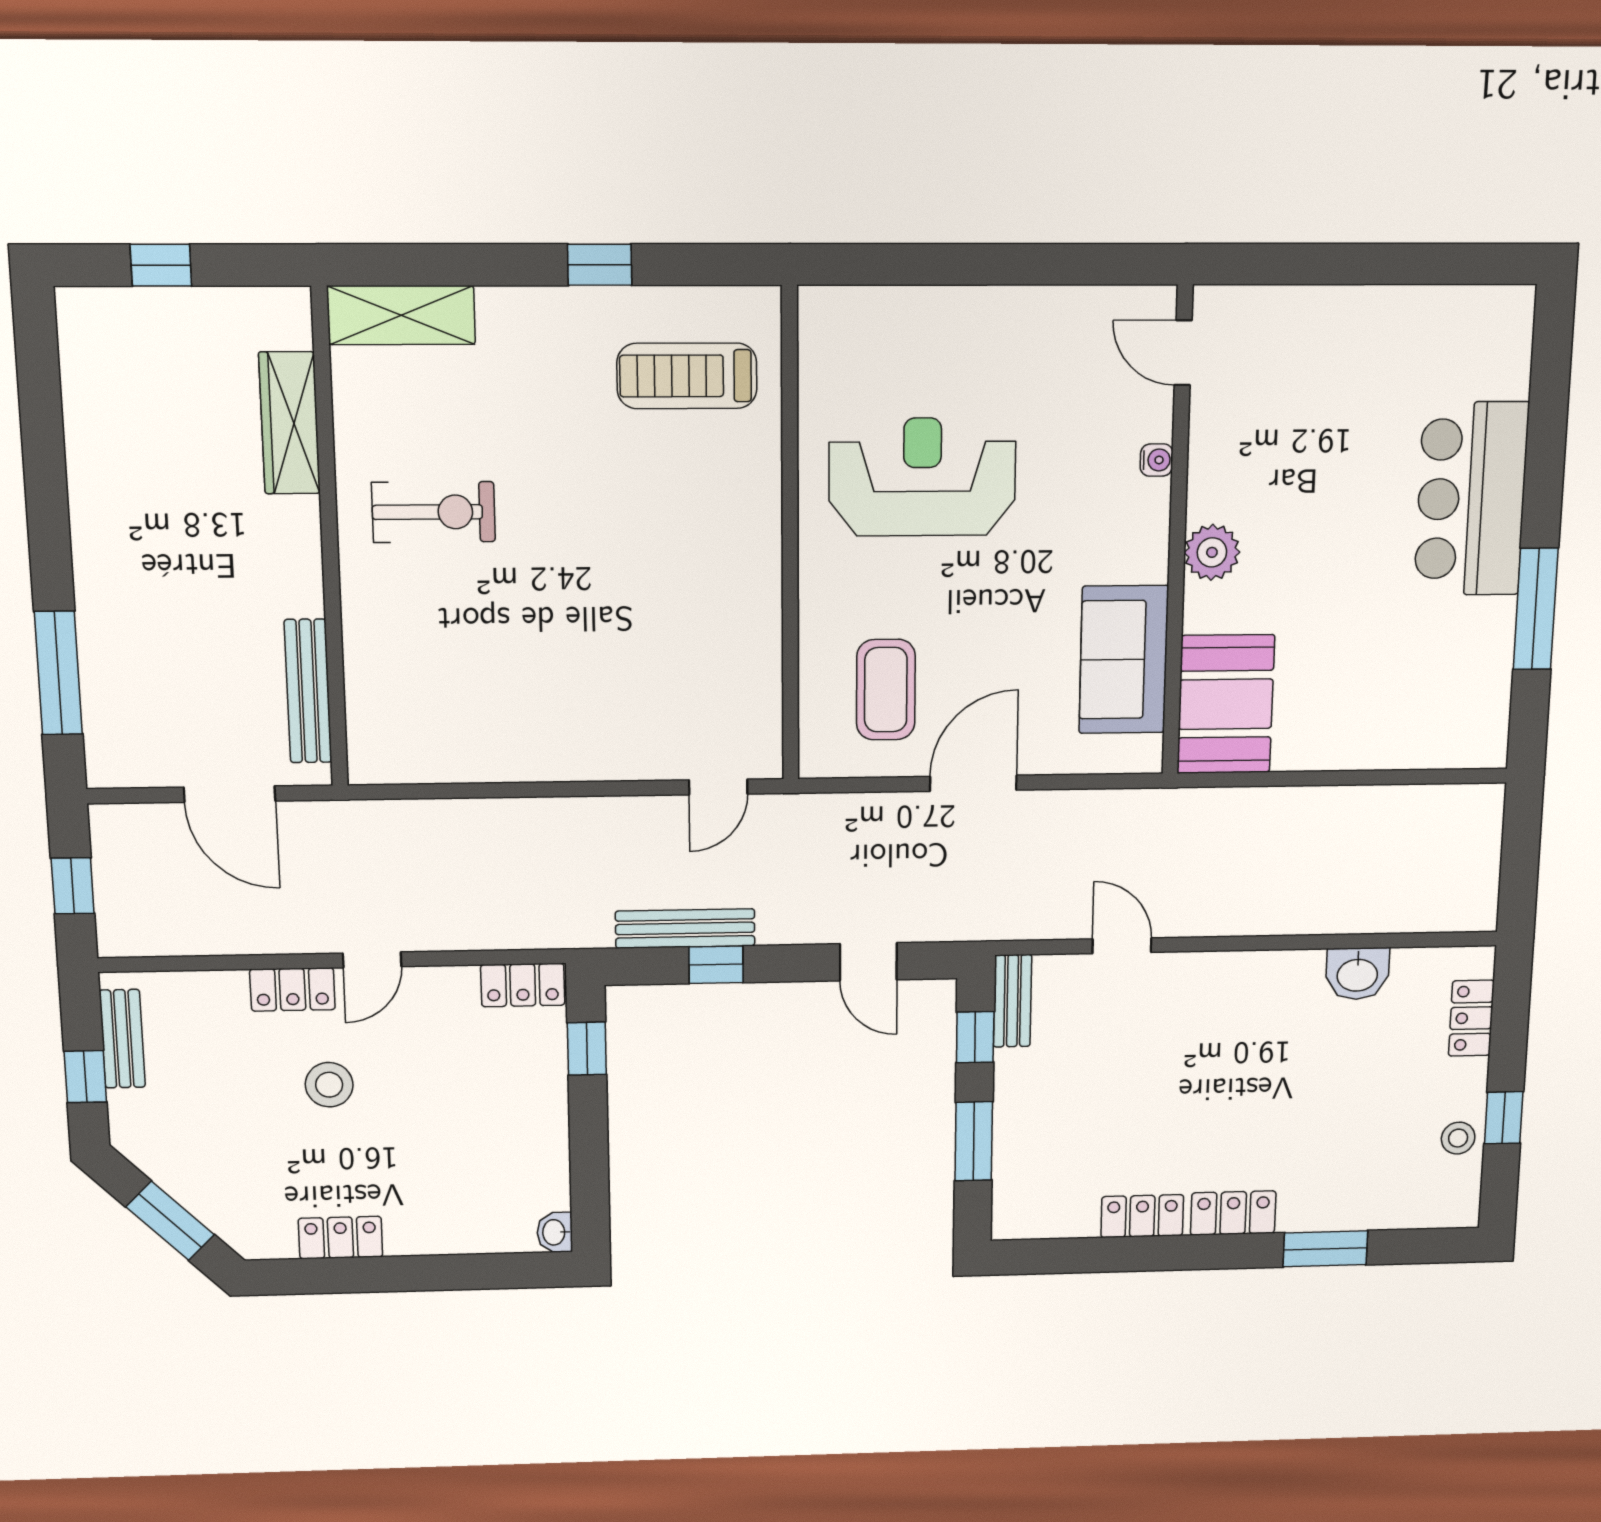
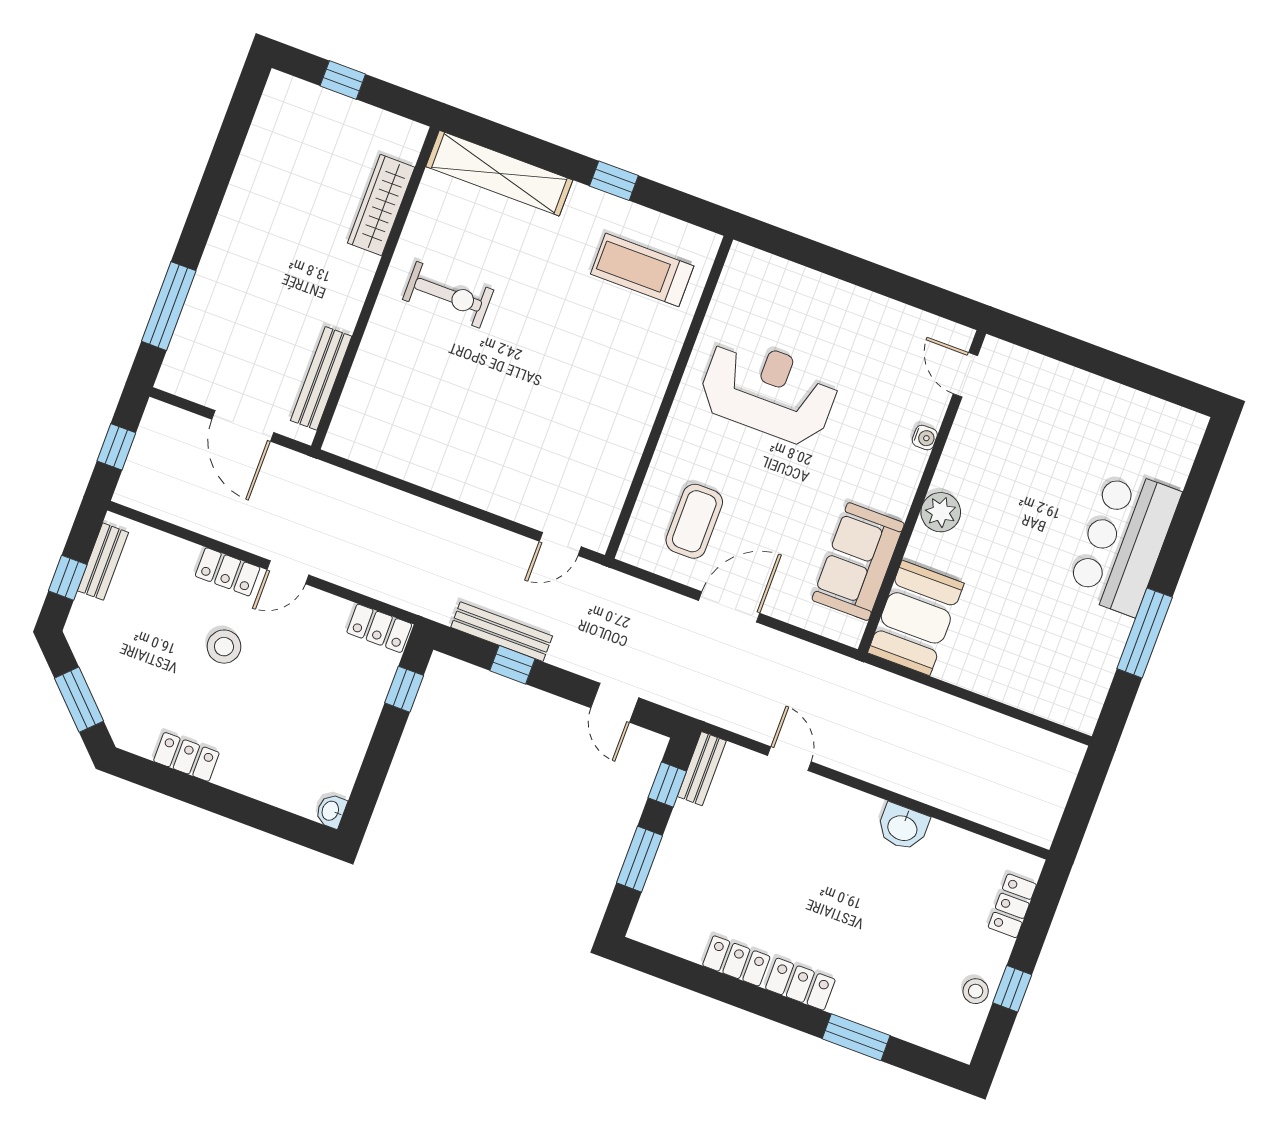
shelving: (401, 315) -> (499, 173), width x1.47
washbasin: (1357, 974) -> (903, 827), moved

